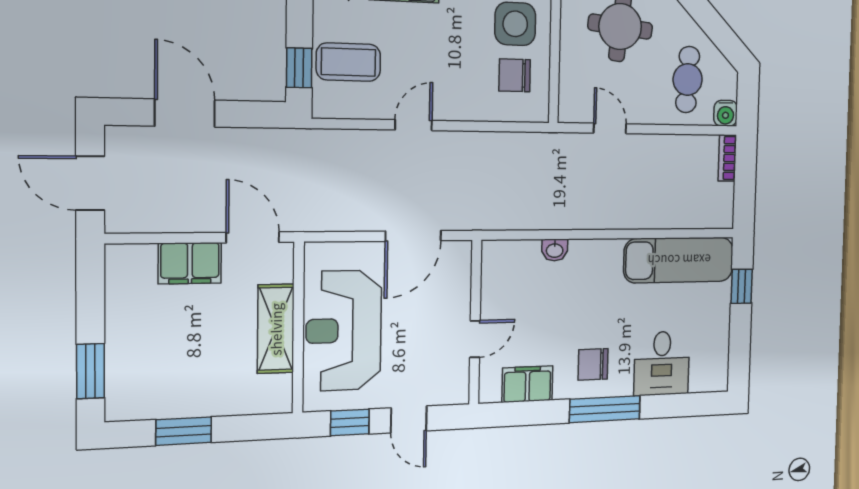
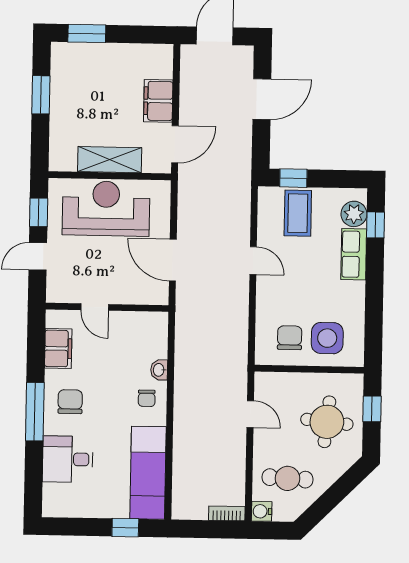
door: (610, 128) -> (250, 414), hinge flipped
chair: (590, 265) -> (147, 398), added

